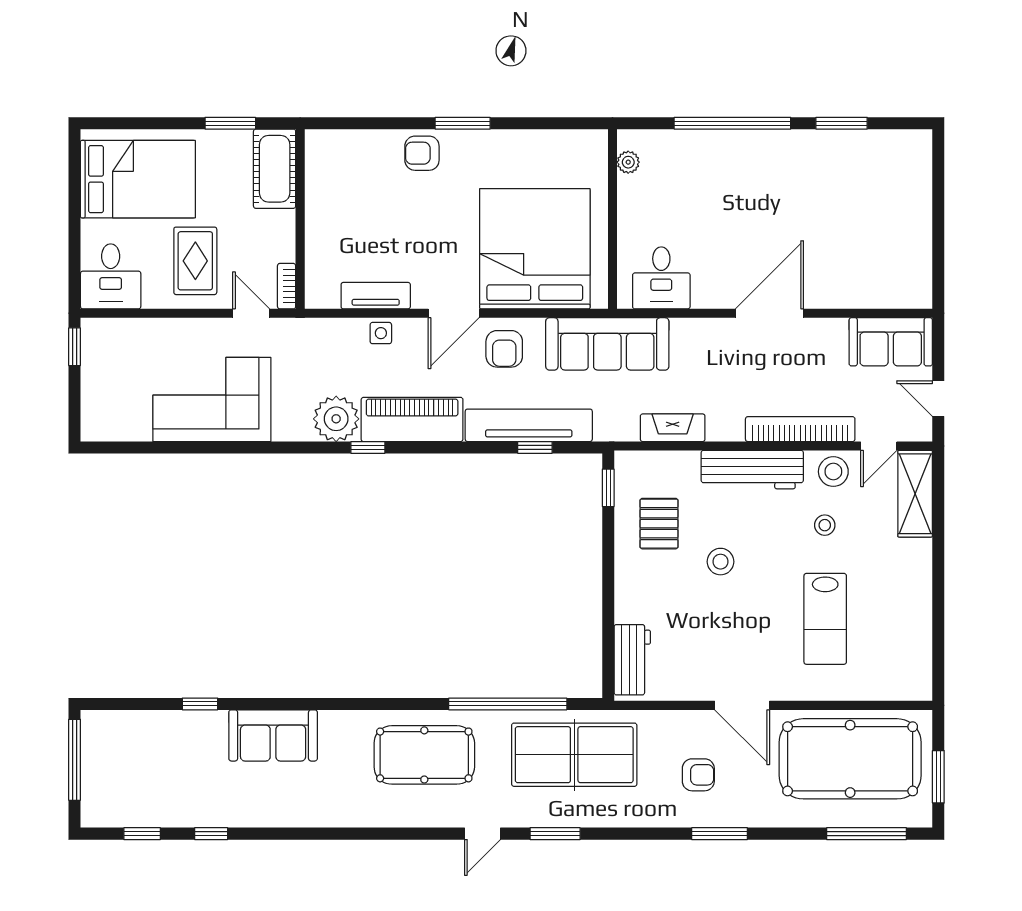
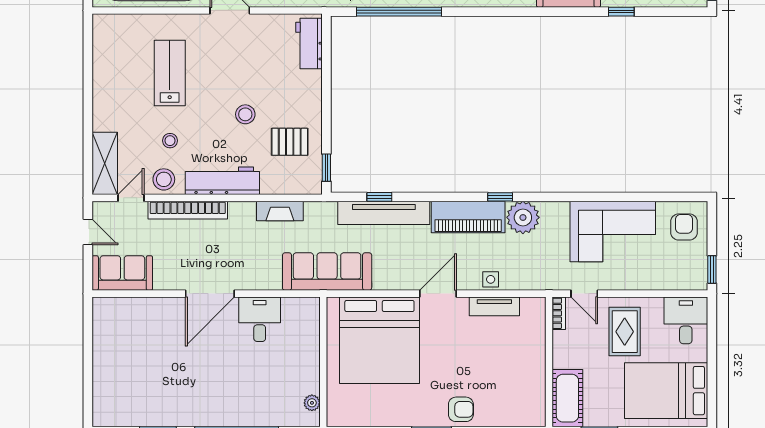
desk: (661, 278) -> (260, 319), moved
armchair: (504, 349) -> (684, 227), moved
pallet: (659, 524) -> (290, 142), turned 90

